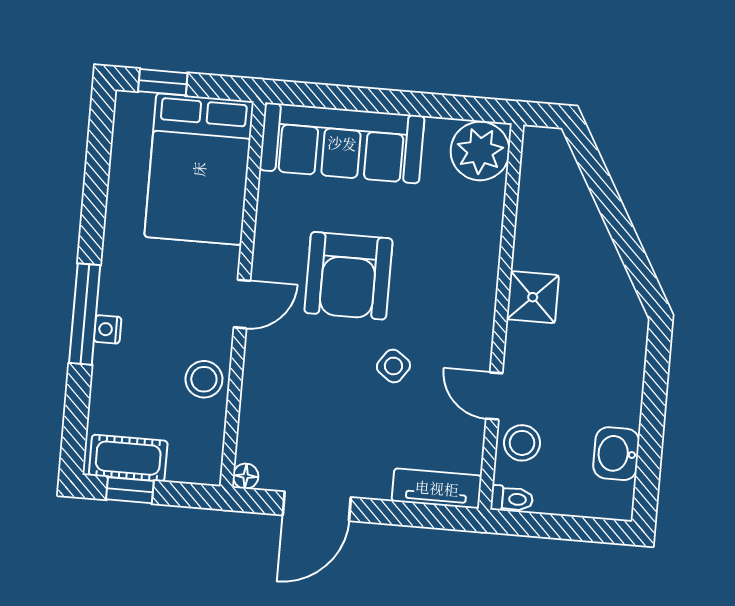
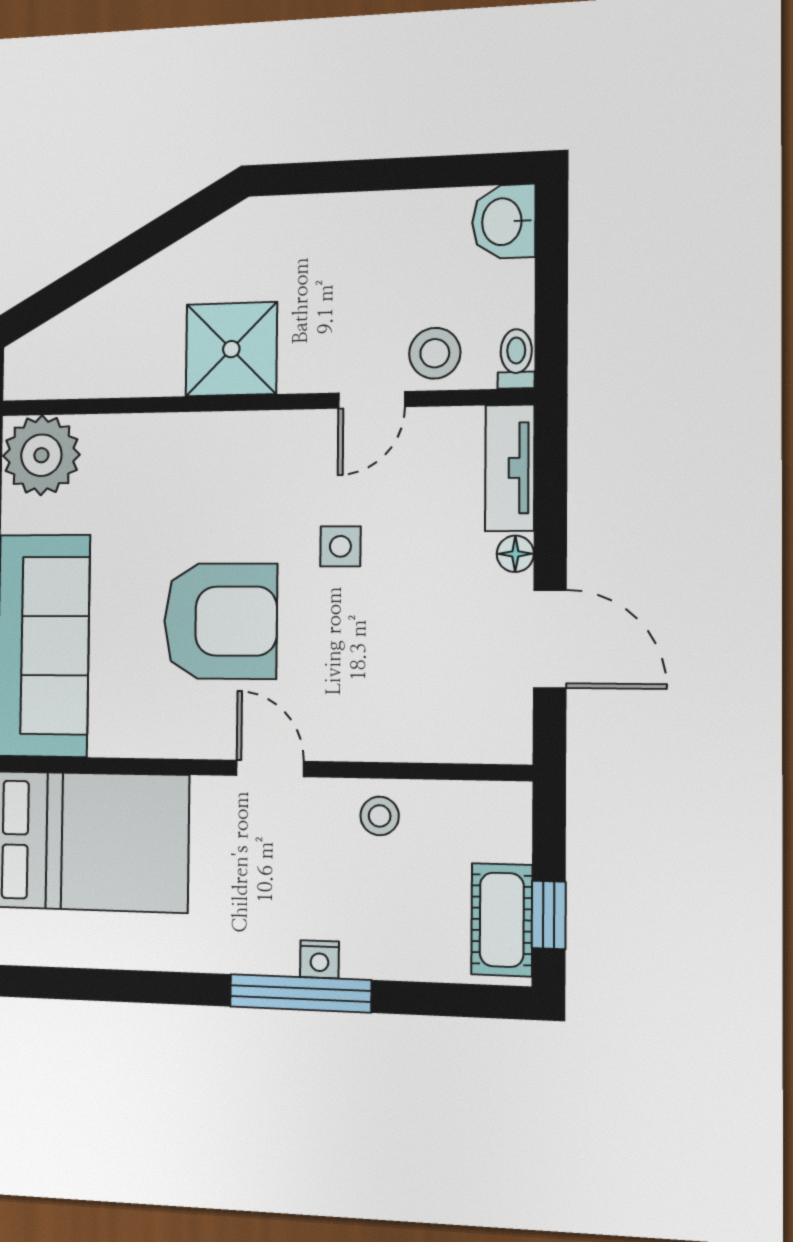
shower: (533, 297) -> (231, 349), width x1.36, depth x1.36
side table: (393, 366) -> (340, 546), turned -35
stool: (204, 379) -> (380, 816), width x0.73, depth x0.73
washbasin: (616, 454) -> (504, 222), moved, turned 90
floor lamp: (246, 476) -> (515, 554), moved

